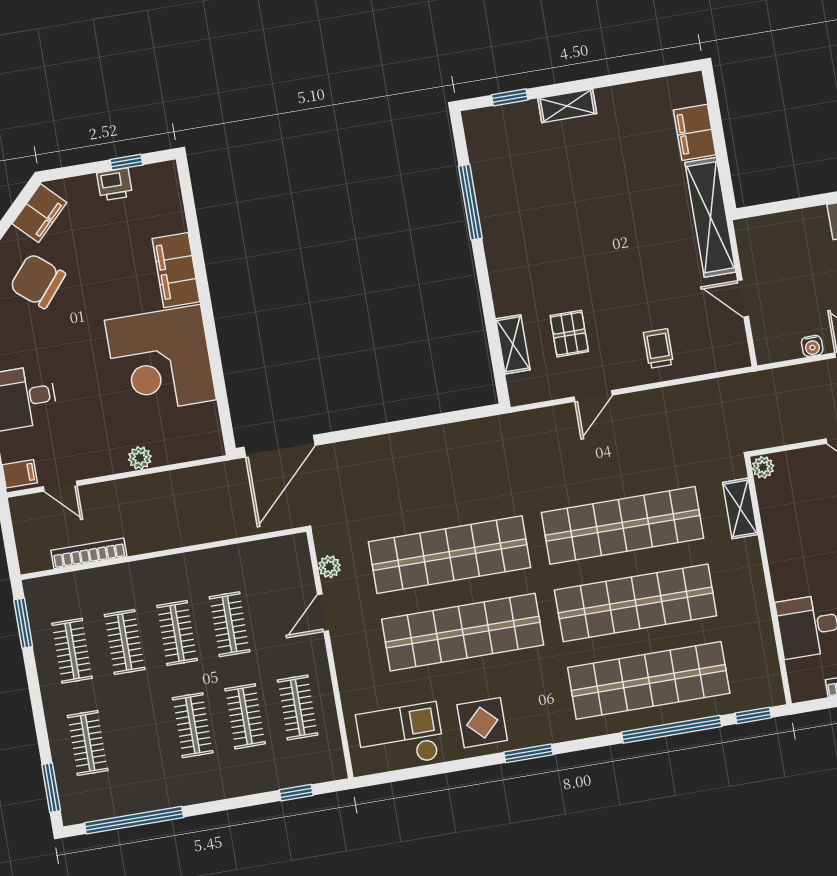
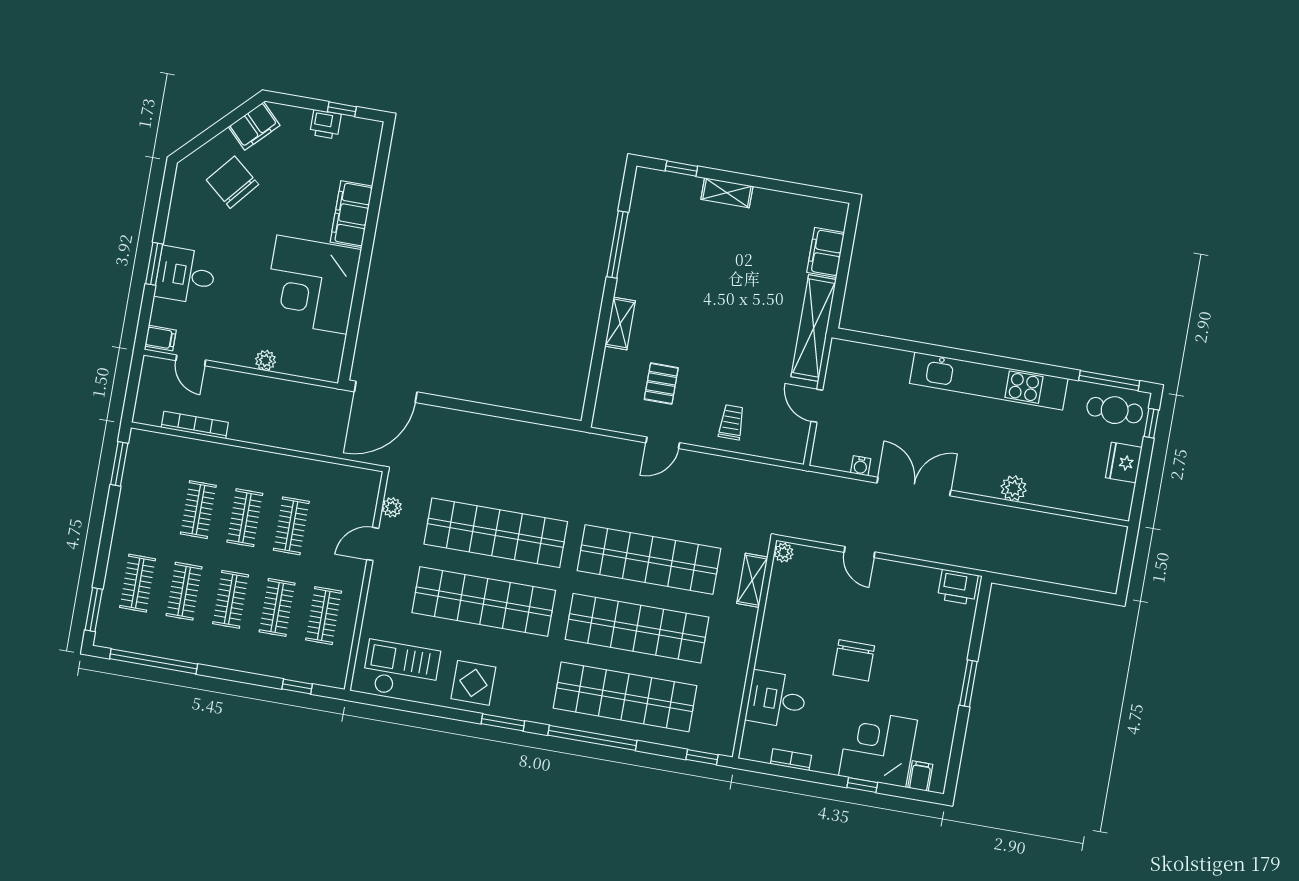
shelving: (513, 344) -> (620, 323), moved
clothes rail: (72, 651) -> (184, 591), moved
window: (672, 729) -> (592, 738), moved

